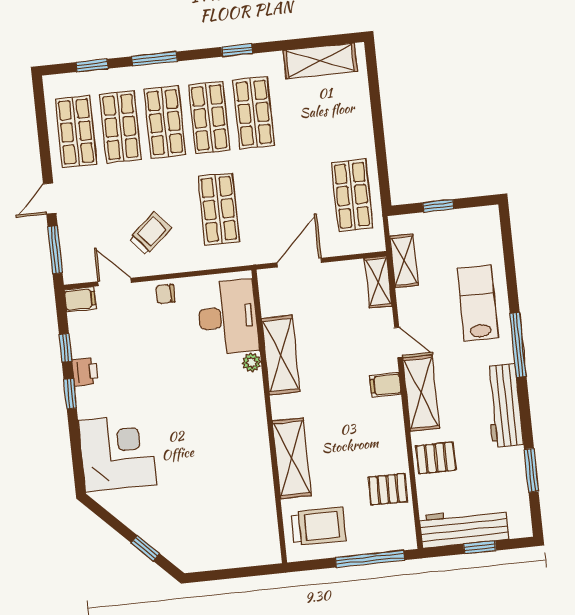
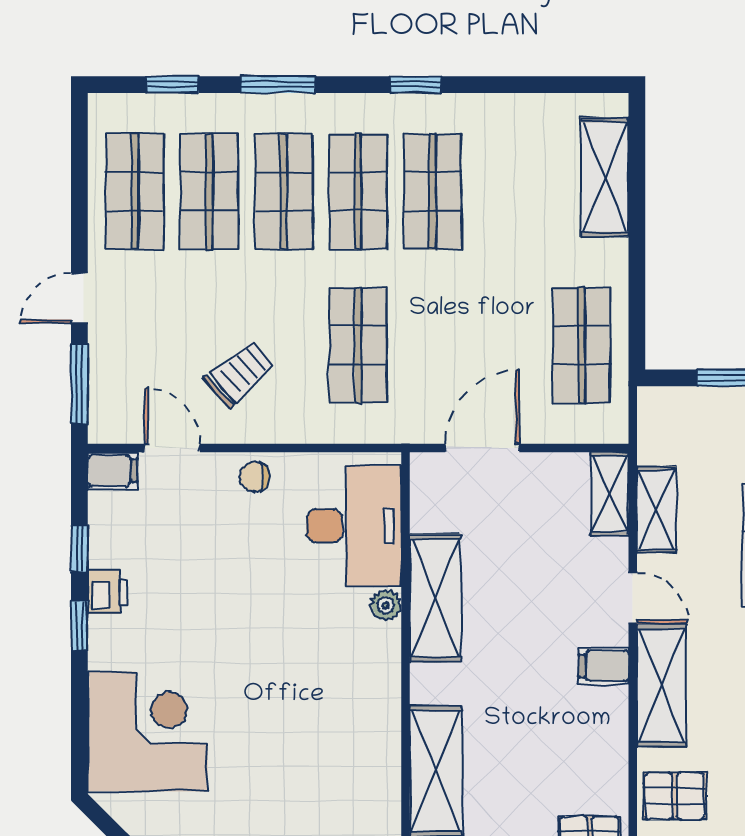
shelving: (320, 61) -> (605, 177), moved, turned 90
shelving: (404, 261) -> (656, 510), moved

